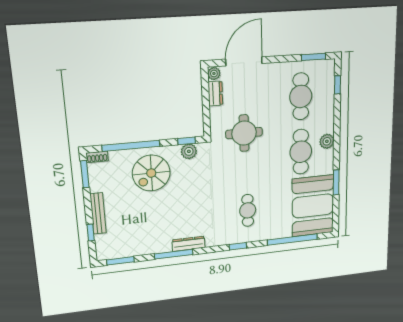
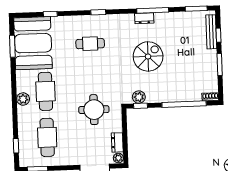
spiral stairs: (151, 173) -> (148, 56), moved
window: (85, 174) -> (220, 65), moved
window: (336, 182) -> (12, 46), moved
cafe table: (248, 210) -> (90, 44), turned 90
bench: (98, 213) -> (211, 32), moved
window: (292, 240) -> (50, 14), width x0.32
dresser: (189, 244) -> (144, 18), width x0.70

